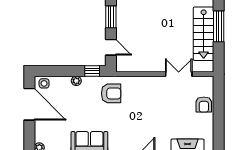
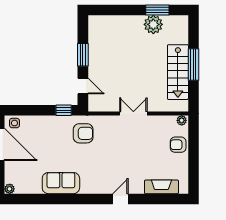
double door: (179, 74) -> (133, 114), moved
plant: (76, 81) -> (182, 120), moved
armchair: (204, 105) -> (178, 145), turned 90

